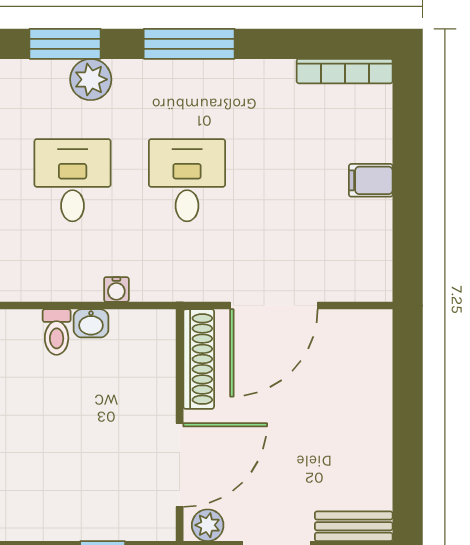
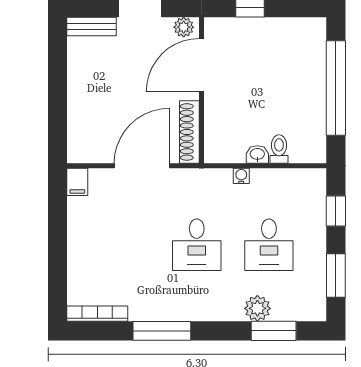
window: (189, 44) -> (162, 331), moved
filing cabinet: (371, 180) -> (77, 182), moved, turned 90

